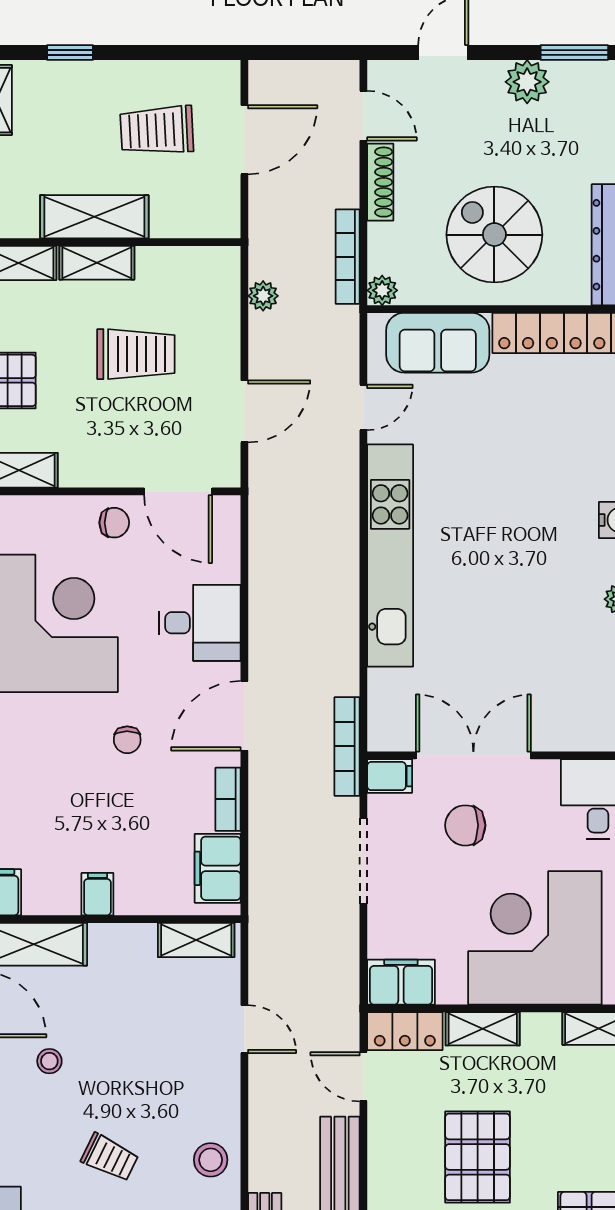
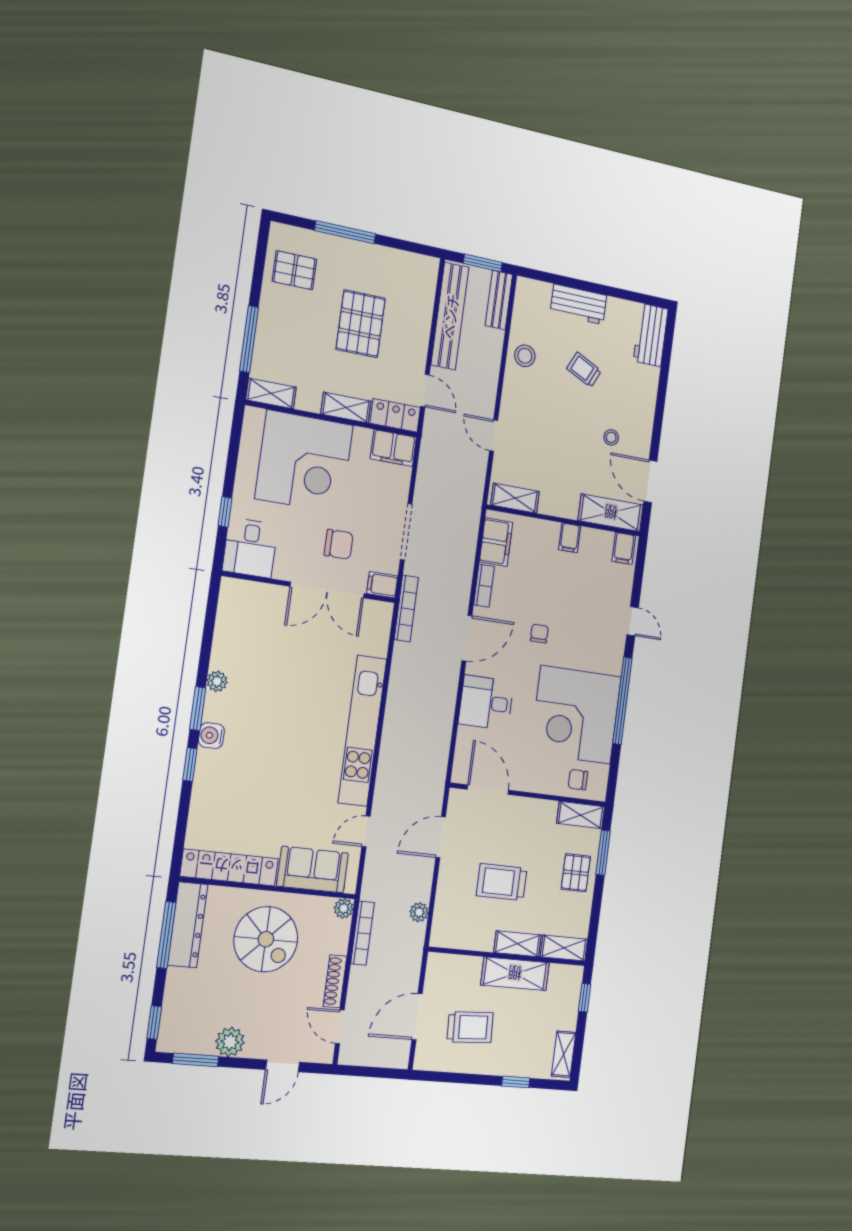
chair: (114, 523) -> (578, 780), moved

